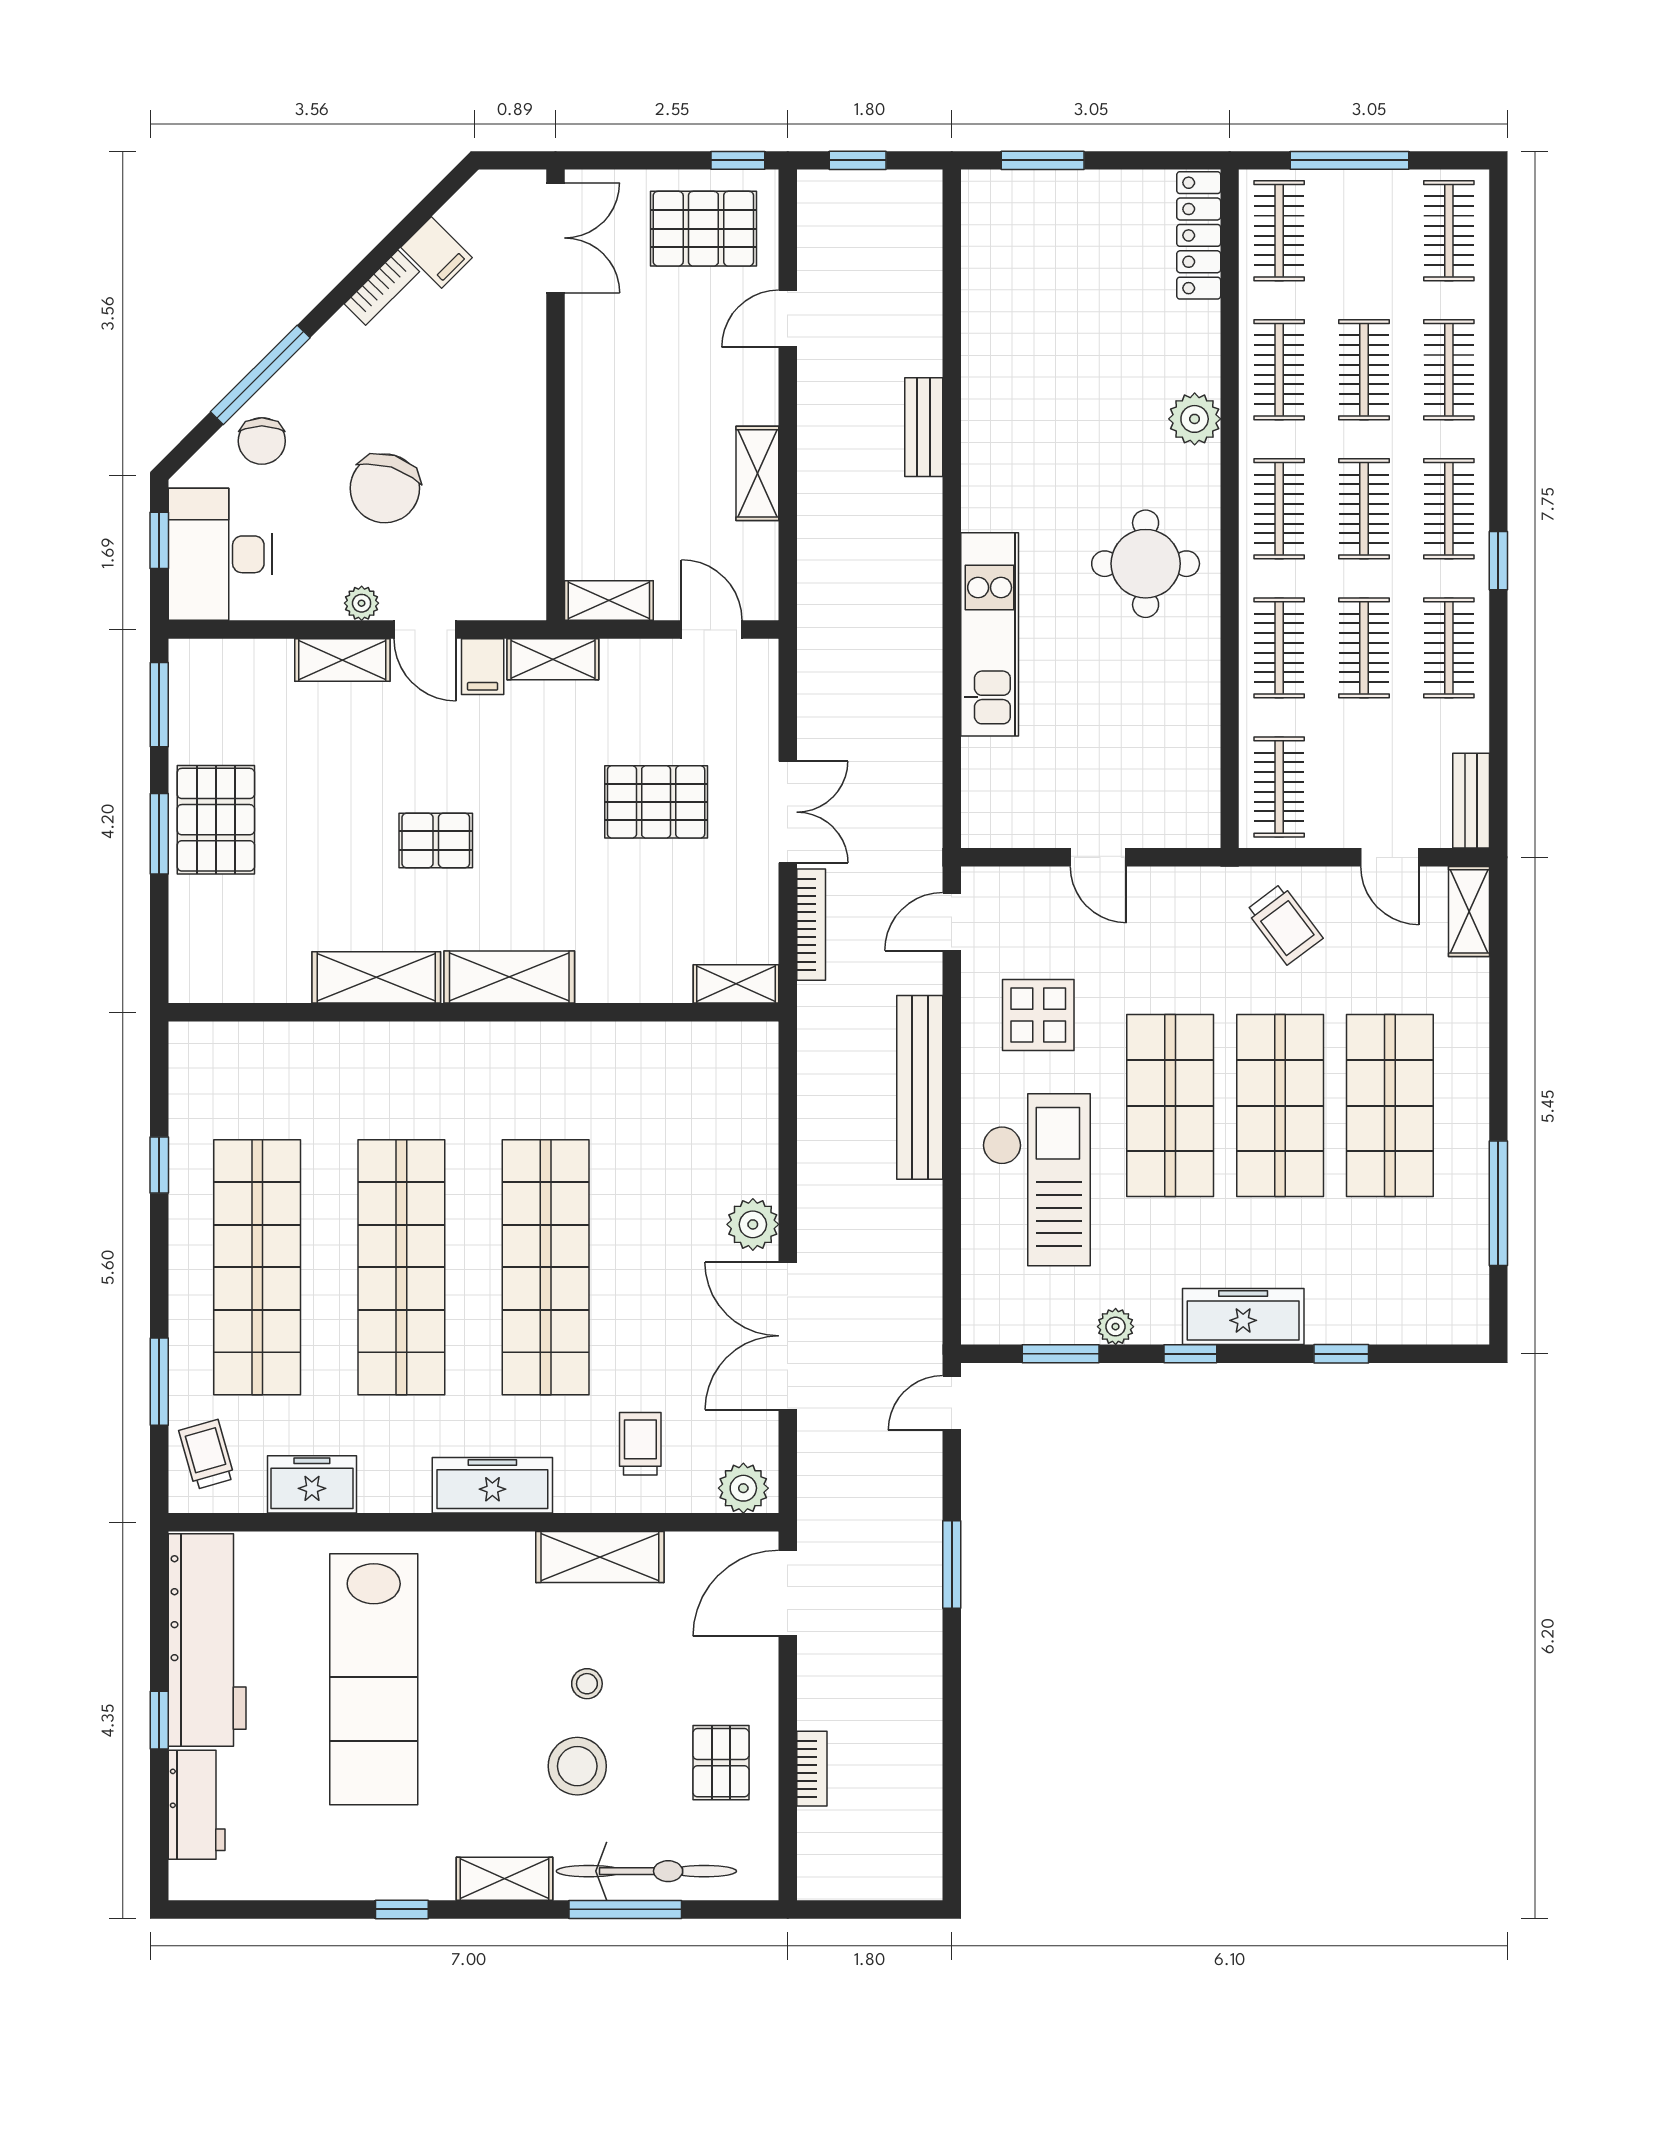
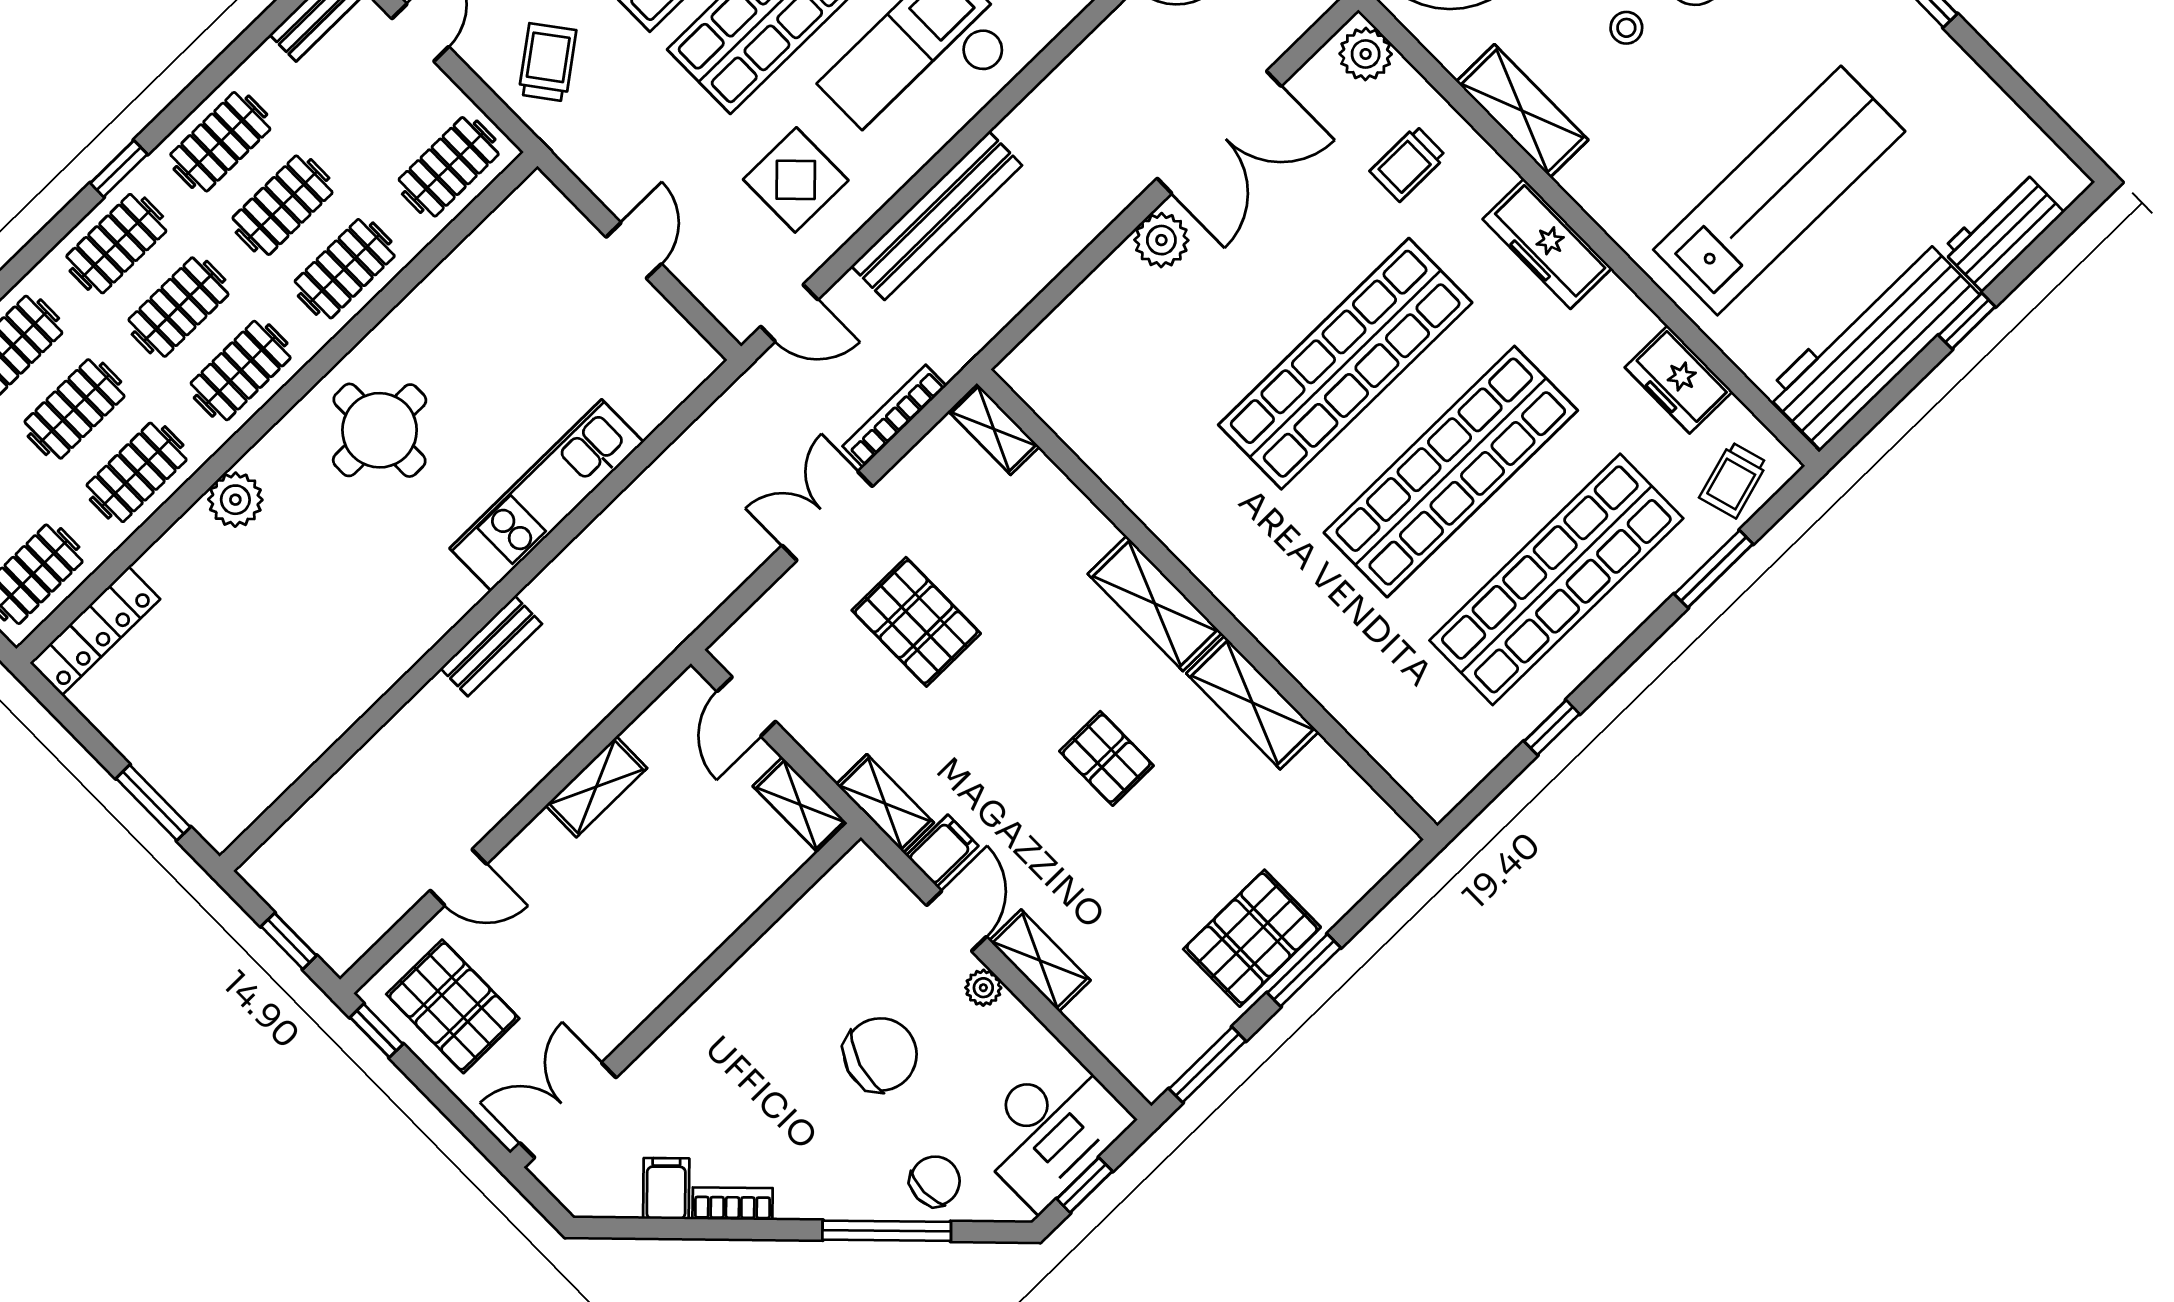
bench: (924, 427) -> (491, 646), moved

